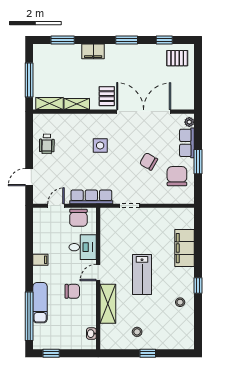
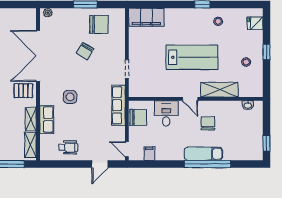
row of seats: (187, 143) -> (47, 120), moved, turned -90
chair: (177, 176) -> (99, 24), turned 180
door: (29, 177) -> (100, 164), hinge flipped
door: (56, 206) -> (127, 149), moved
filing cabinet: (184, 248) -> (146, 17), moved
filing cabinet: (40, 260) -> (149, 153), moved
lab bench: (142, 274) -> (192, 57), width x1.36, depth x1.39
exam couch: (40, 303) -> (203, 154), moved
window: (29, 316) -> (208, 164), moved
fridge: (178, 341) -> (255, 23), added

